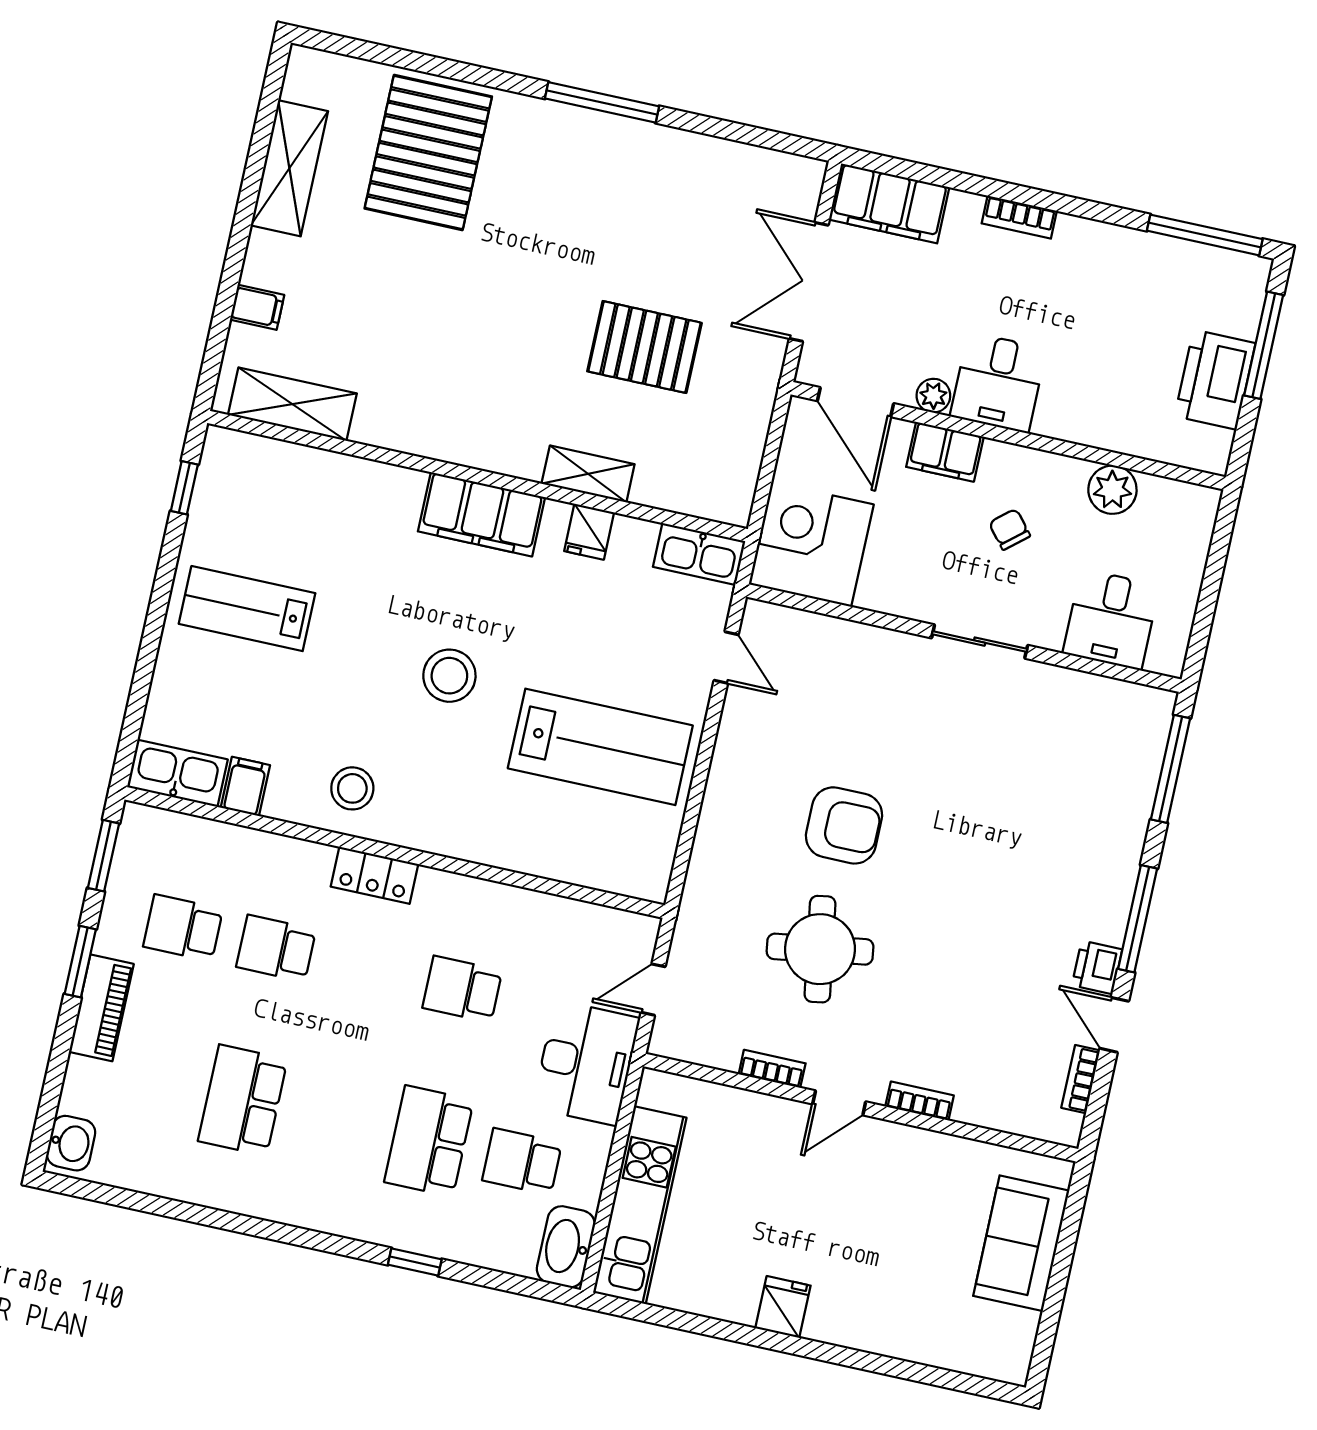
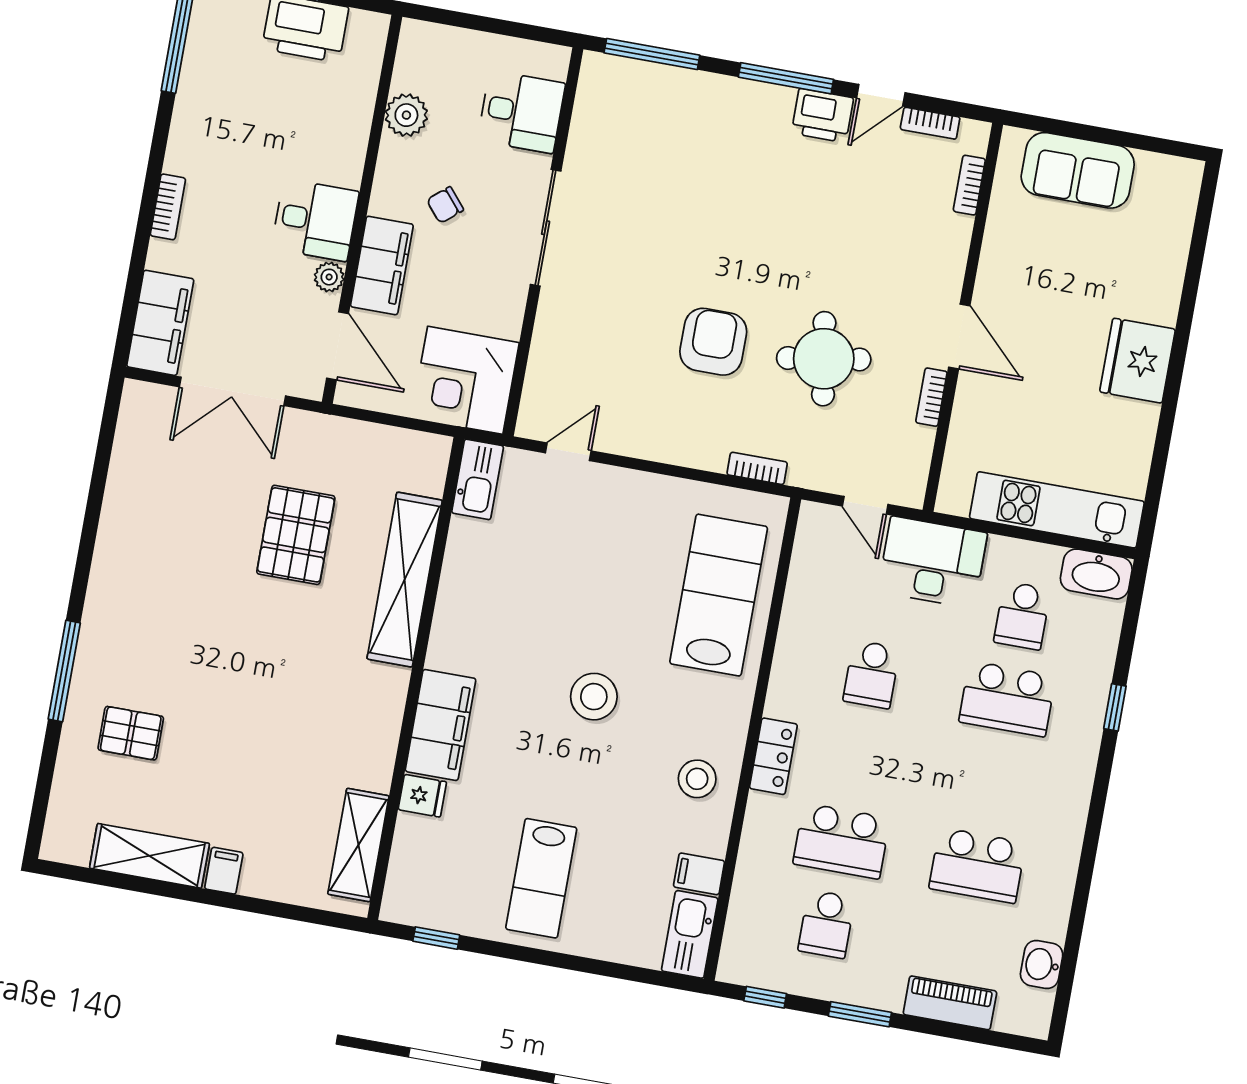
window: (602, 102) -> (64, 671), moved
pallet: (428, 153) -> (131, 733), width x0.49, depth x0.50
filing cabinet: (257, 307) -> (224, 871), moved
door: (856, 402) -> (338, 346), hinge flipped
filing cabinet: (945, 452) -> (382, 266), width x1.50, depth x1.17
shelving: (588, 474) -> (405, 580), width x2.20, depth x1.33
filing cabinet: (482, 514) -> (441, 725), moved
fridge: (589, 532) -> (422, 796), moved
sliding door: (980, 642) -> (546, 228), width x1.37
lab bench: (600, 747) -> (719, 595), moved
window: (103, 856) -> (765, 997), width x0.67
bookcase: (699, 869) -> (757, 468), added
school desk: (276, 948) -> (841, 841), width x1.85
printer: (1097, 967) -> (822, 116), width x1.36, depth x1.24
piano: (101, 1008) -> (950, 1003), moved
bookcase: (920, 1101) -> (969, 185), moved
door: (839, 1103) -> (959, 337), width x1.38
washbasin: (71, 1143) -> (1042, 965), moved, turned -90
fridge: (783, 1307) -> (1137, 361), width x1.88, depth x1.34

